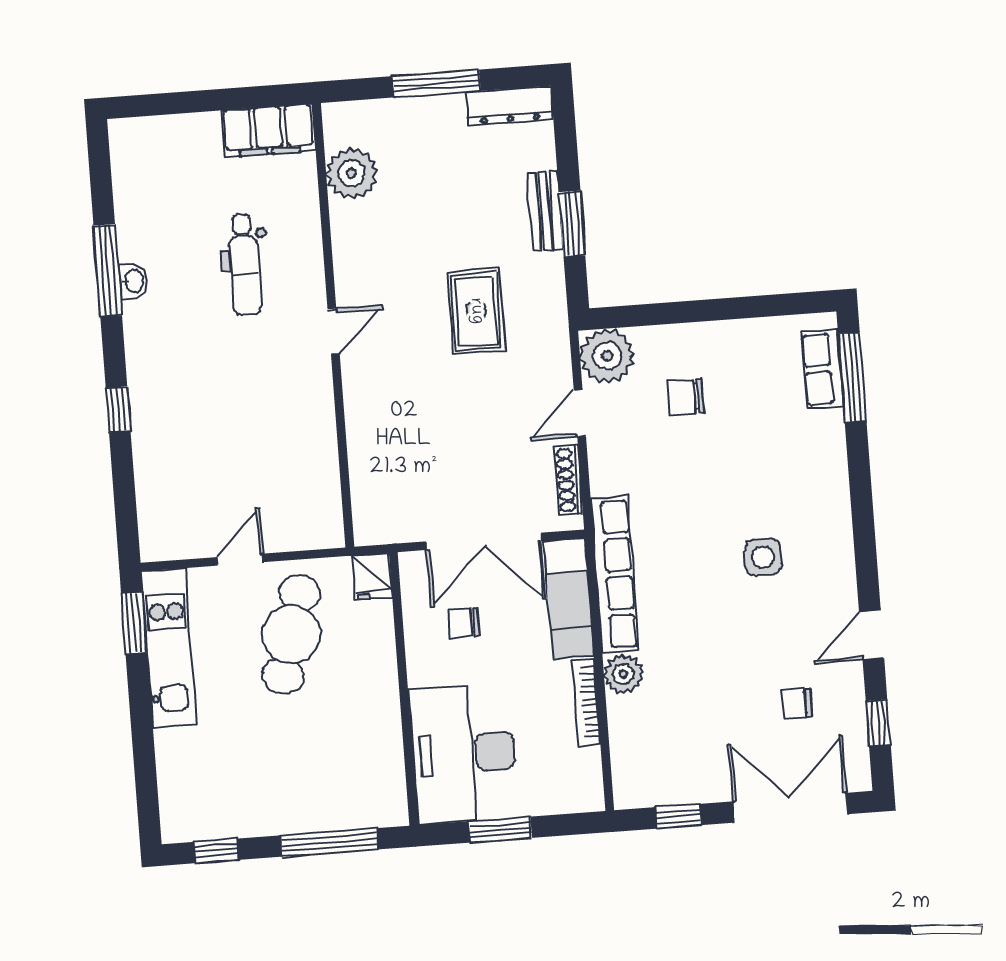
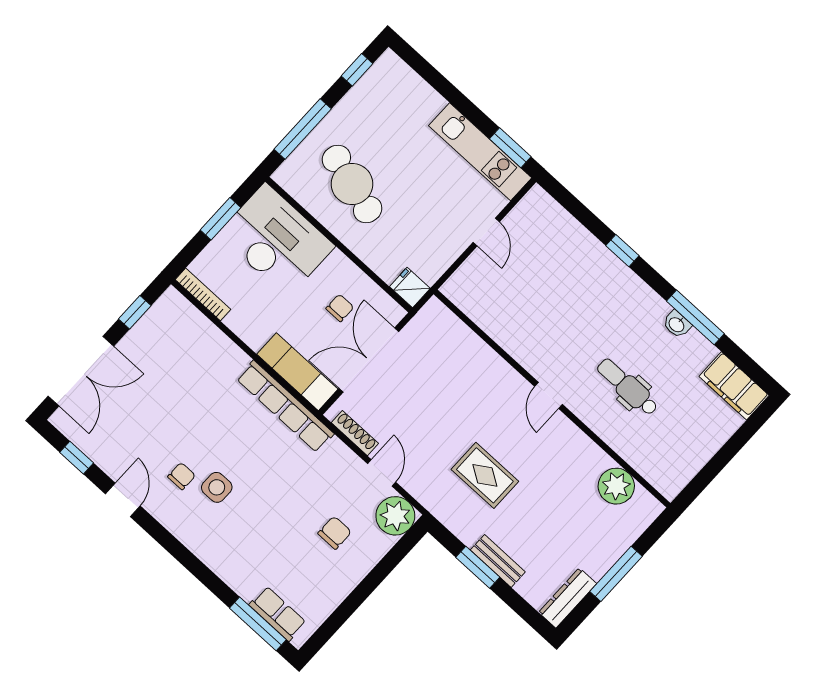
filing cabinet: (268, 131) -> (734, 386), moved, turned -90
cafe table: (291, 634) -> (352, 184), moved
plant: (623, 674) -> (232, 359), removed
bookcase: (586, 702) -> (203, 294), moved
chair: (797, 703) -> (182, 476), moved

